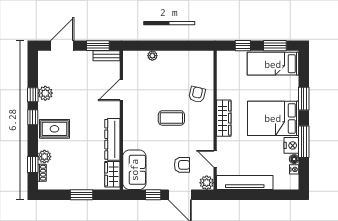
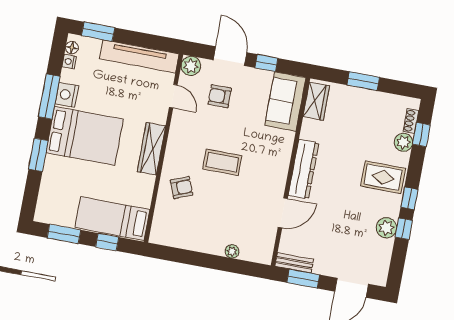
bed: (273, 64) -> (112, 219), moved, turned 180
armchair: (197, 94) -> (182, 188), turned -125
dresser: (112, 139) -> (304, 169), moved
floor lamp: (294, 159) -> (72, 48), moved
window: (277, 195) -> (98, 32), added

